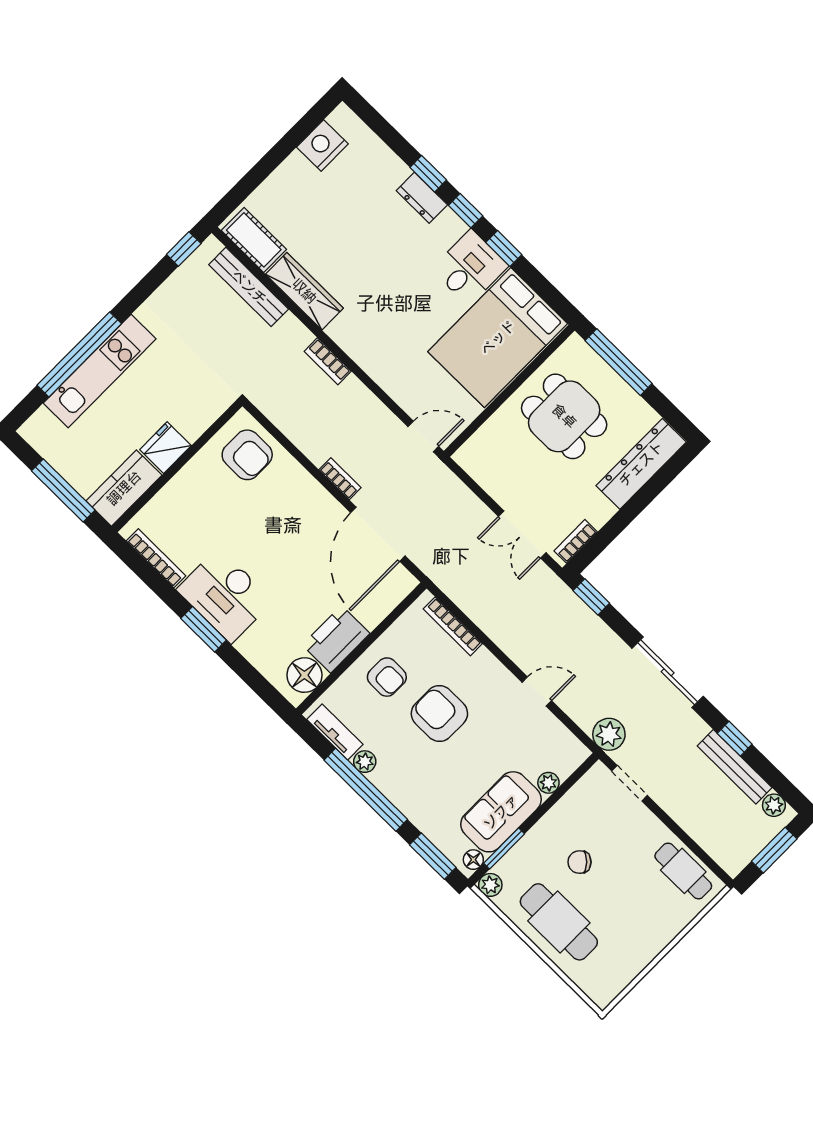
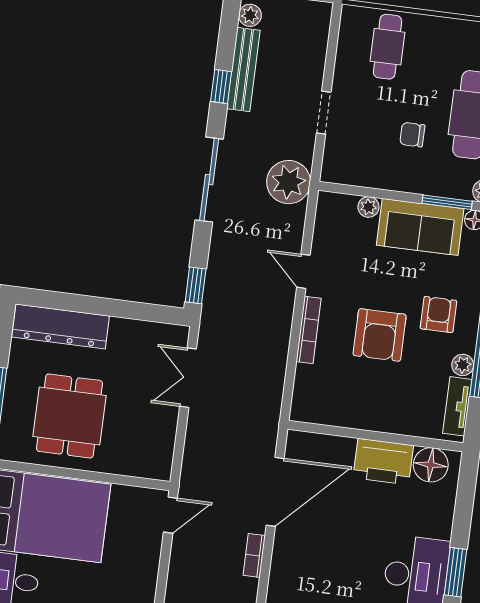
door: (423, 436) -> (170, 515), swing flipped
double door: (522, 534) -> (188, 378), swing flipped
bookcase: (576, 541) -> (161, 331), removed
bookcase: (453, 626) -> (309, 330), moved
armchair: (387, 677) -> (438, 315), moved
plant: (609, 734) -> (289, 182), width x1.36, depth x1.36
doorway: (630, 783) -> (324, 113), moved
chair: (580, 862) -> (412, 135), turned 134
cafe table: (683, 871) -> (388, 47), moved

